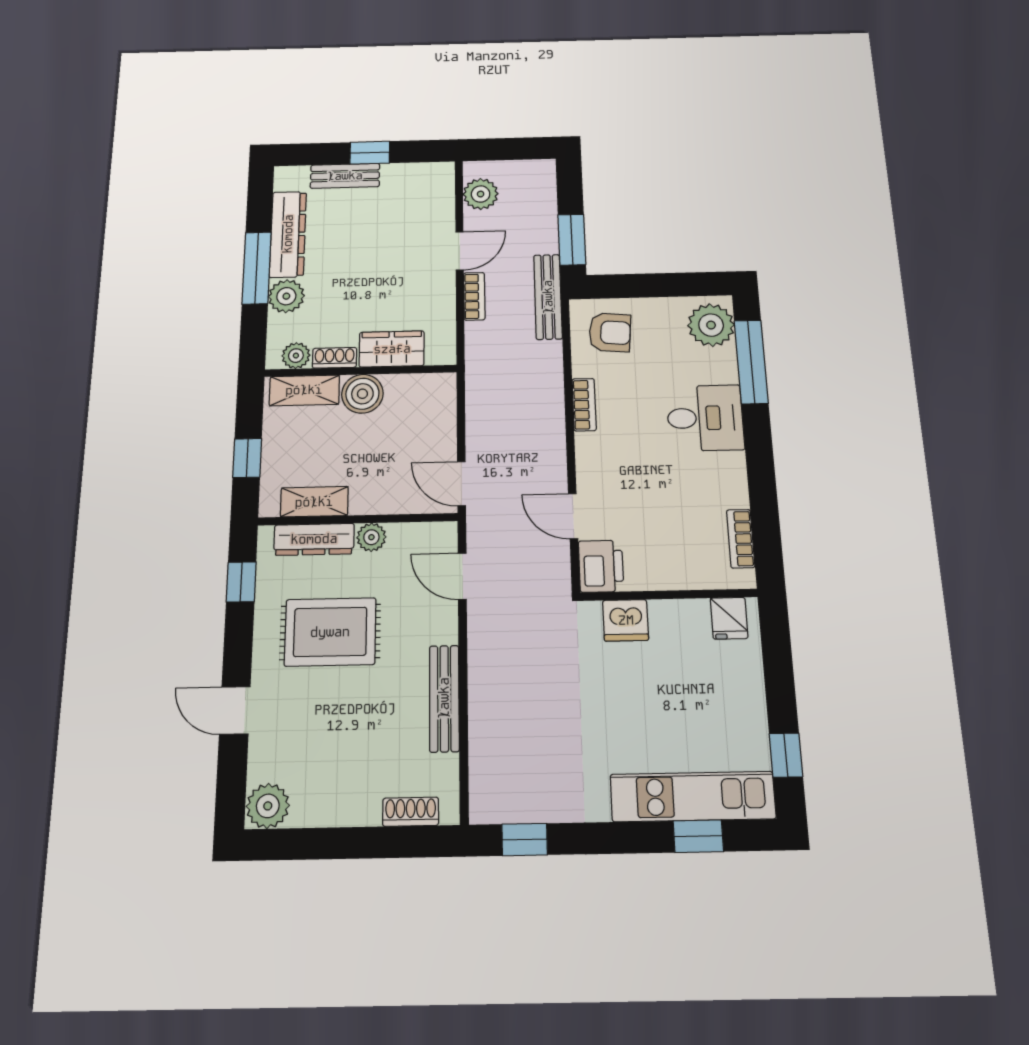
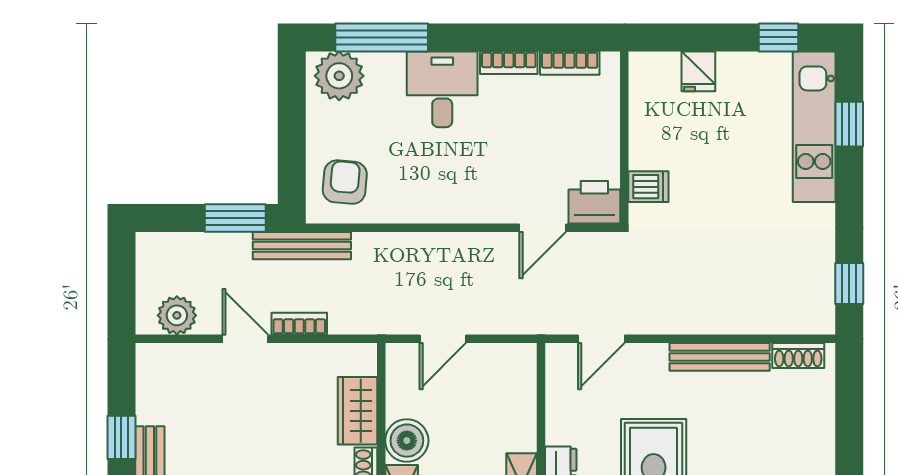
bookcase: (584, 405) -> (509, 63), moved, turned 180
door: (462, 484) -> (443, 339), moved
plant: (371, 537) -> (560, 429), removed
fridge: (729, 618) -> (698, 71), moved, turned 90
dishwasher: (626, 620) -> (648, 187), width x0.73
shoe rack: (411, 812) -> (798, 356), moved, turned -90

